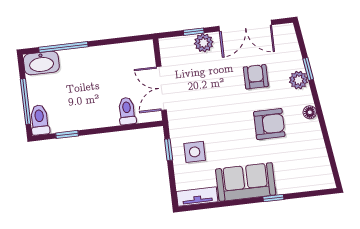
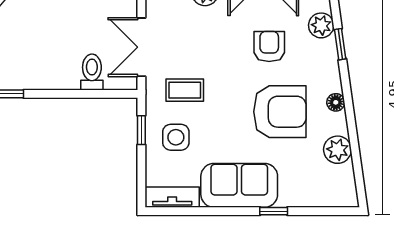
plant: (299, 80) -> (321, 25), moved
coffee table: (197, 116) -> (185, 90), added
armchair: (269, 124) -> (280, 112), width x1.36, depth x1.36
plant: (315, 147) -> (337, 150), added

